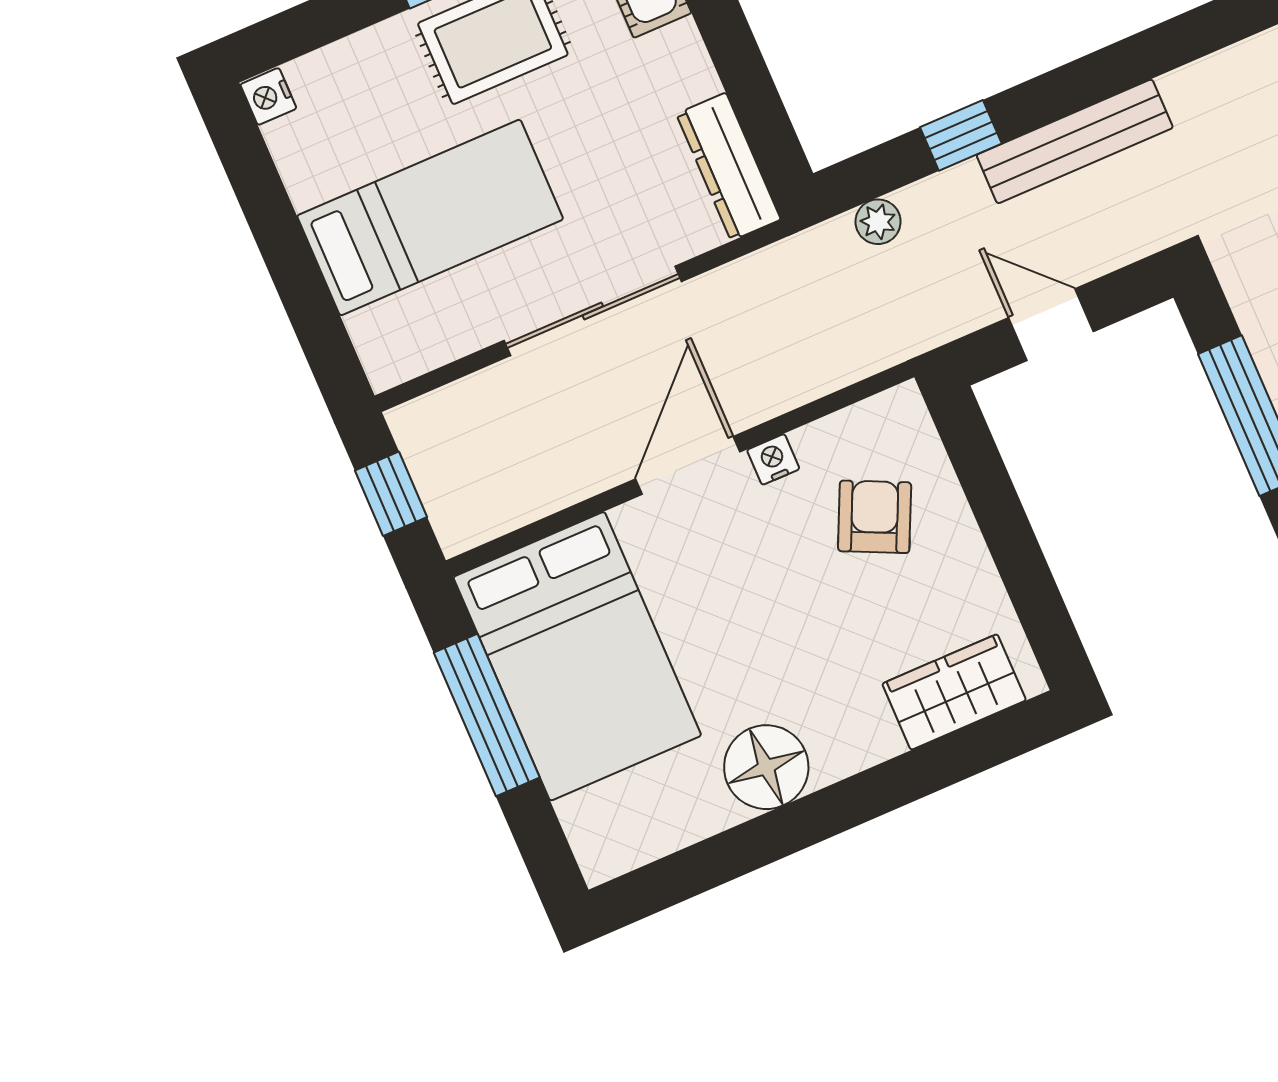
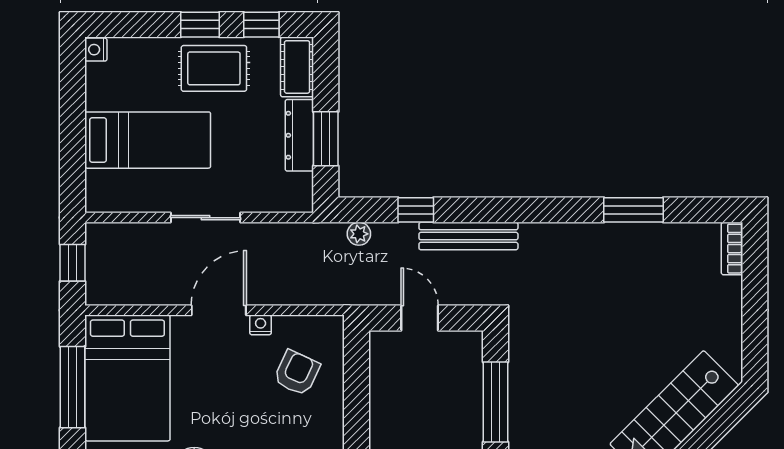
window: (746, 78) -> (326, 139), added
dresser: (728, 167) -> (299, 135), moved
sliding door: (593, 311) -> (206, 218), width x0.73

